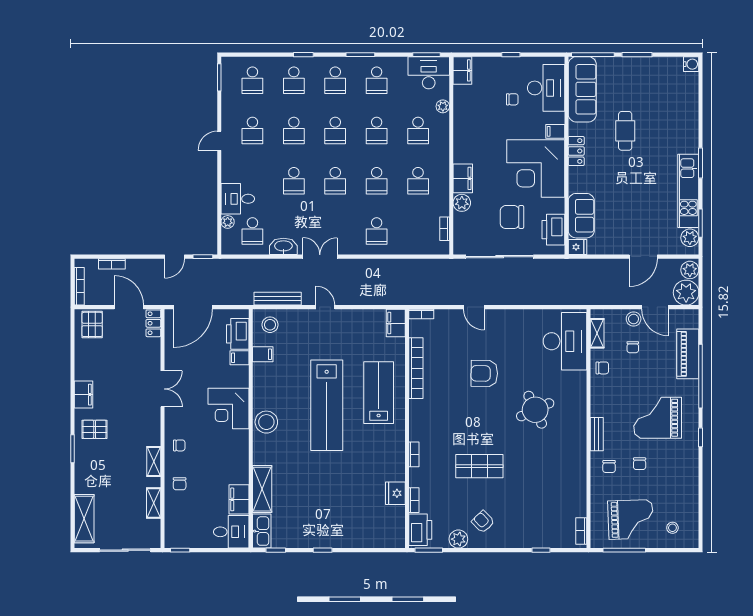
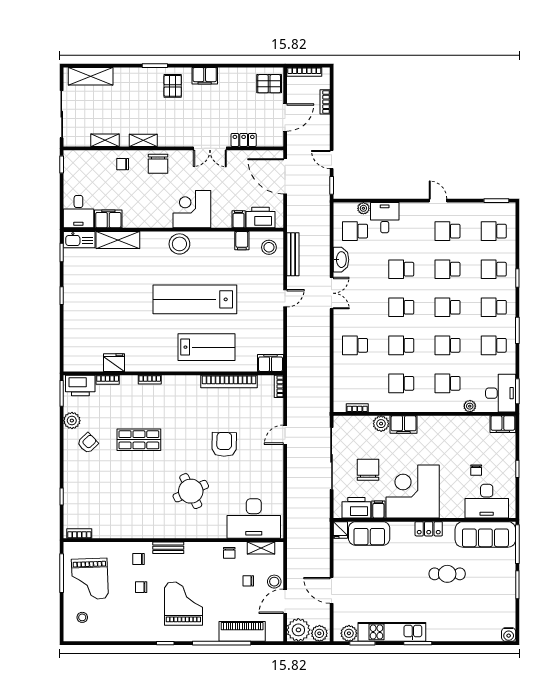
filing cabinet: (555, 131) -> (378, 509), moved
locker: (153, 323) -> (244, 140), moved
chair: (179, 445) -> (158, 164), width x1.87, depth x1.87
shop shelf: (479, 466) -> (139, 440), turned 90

